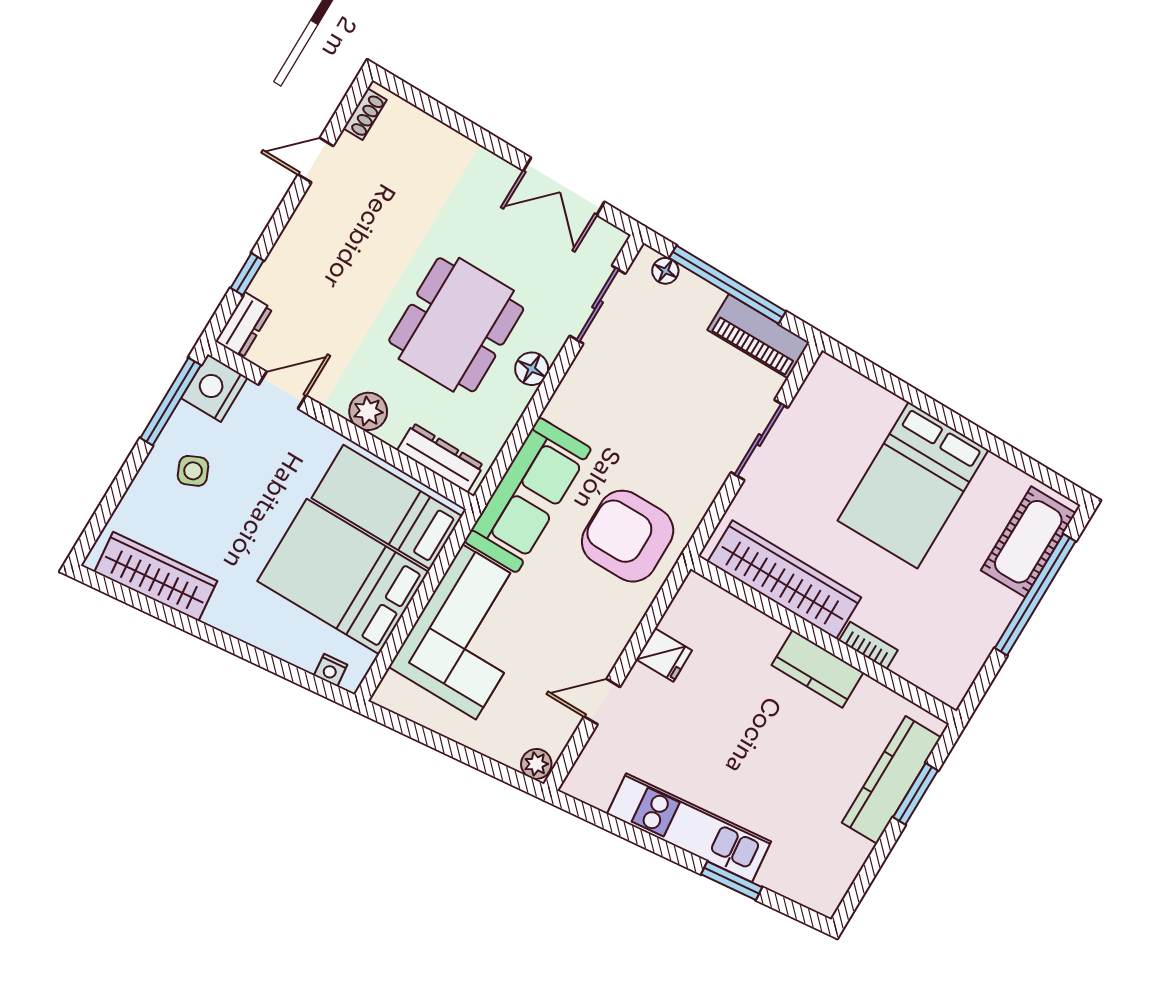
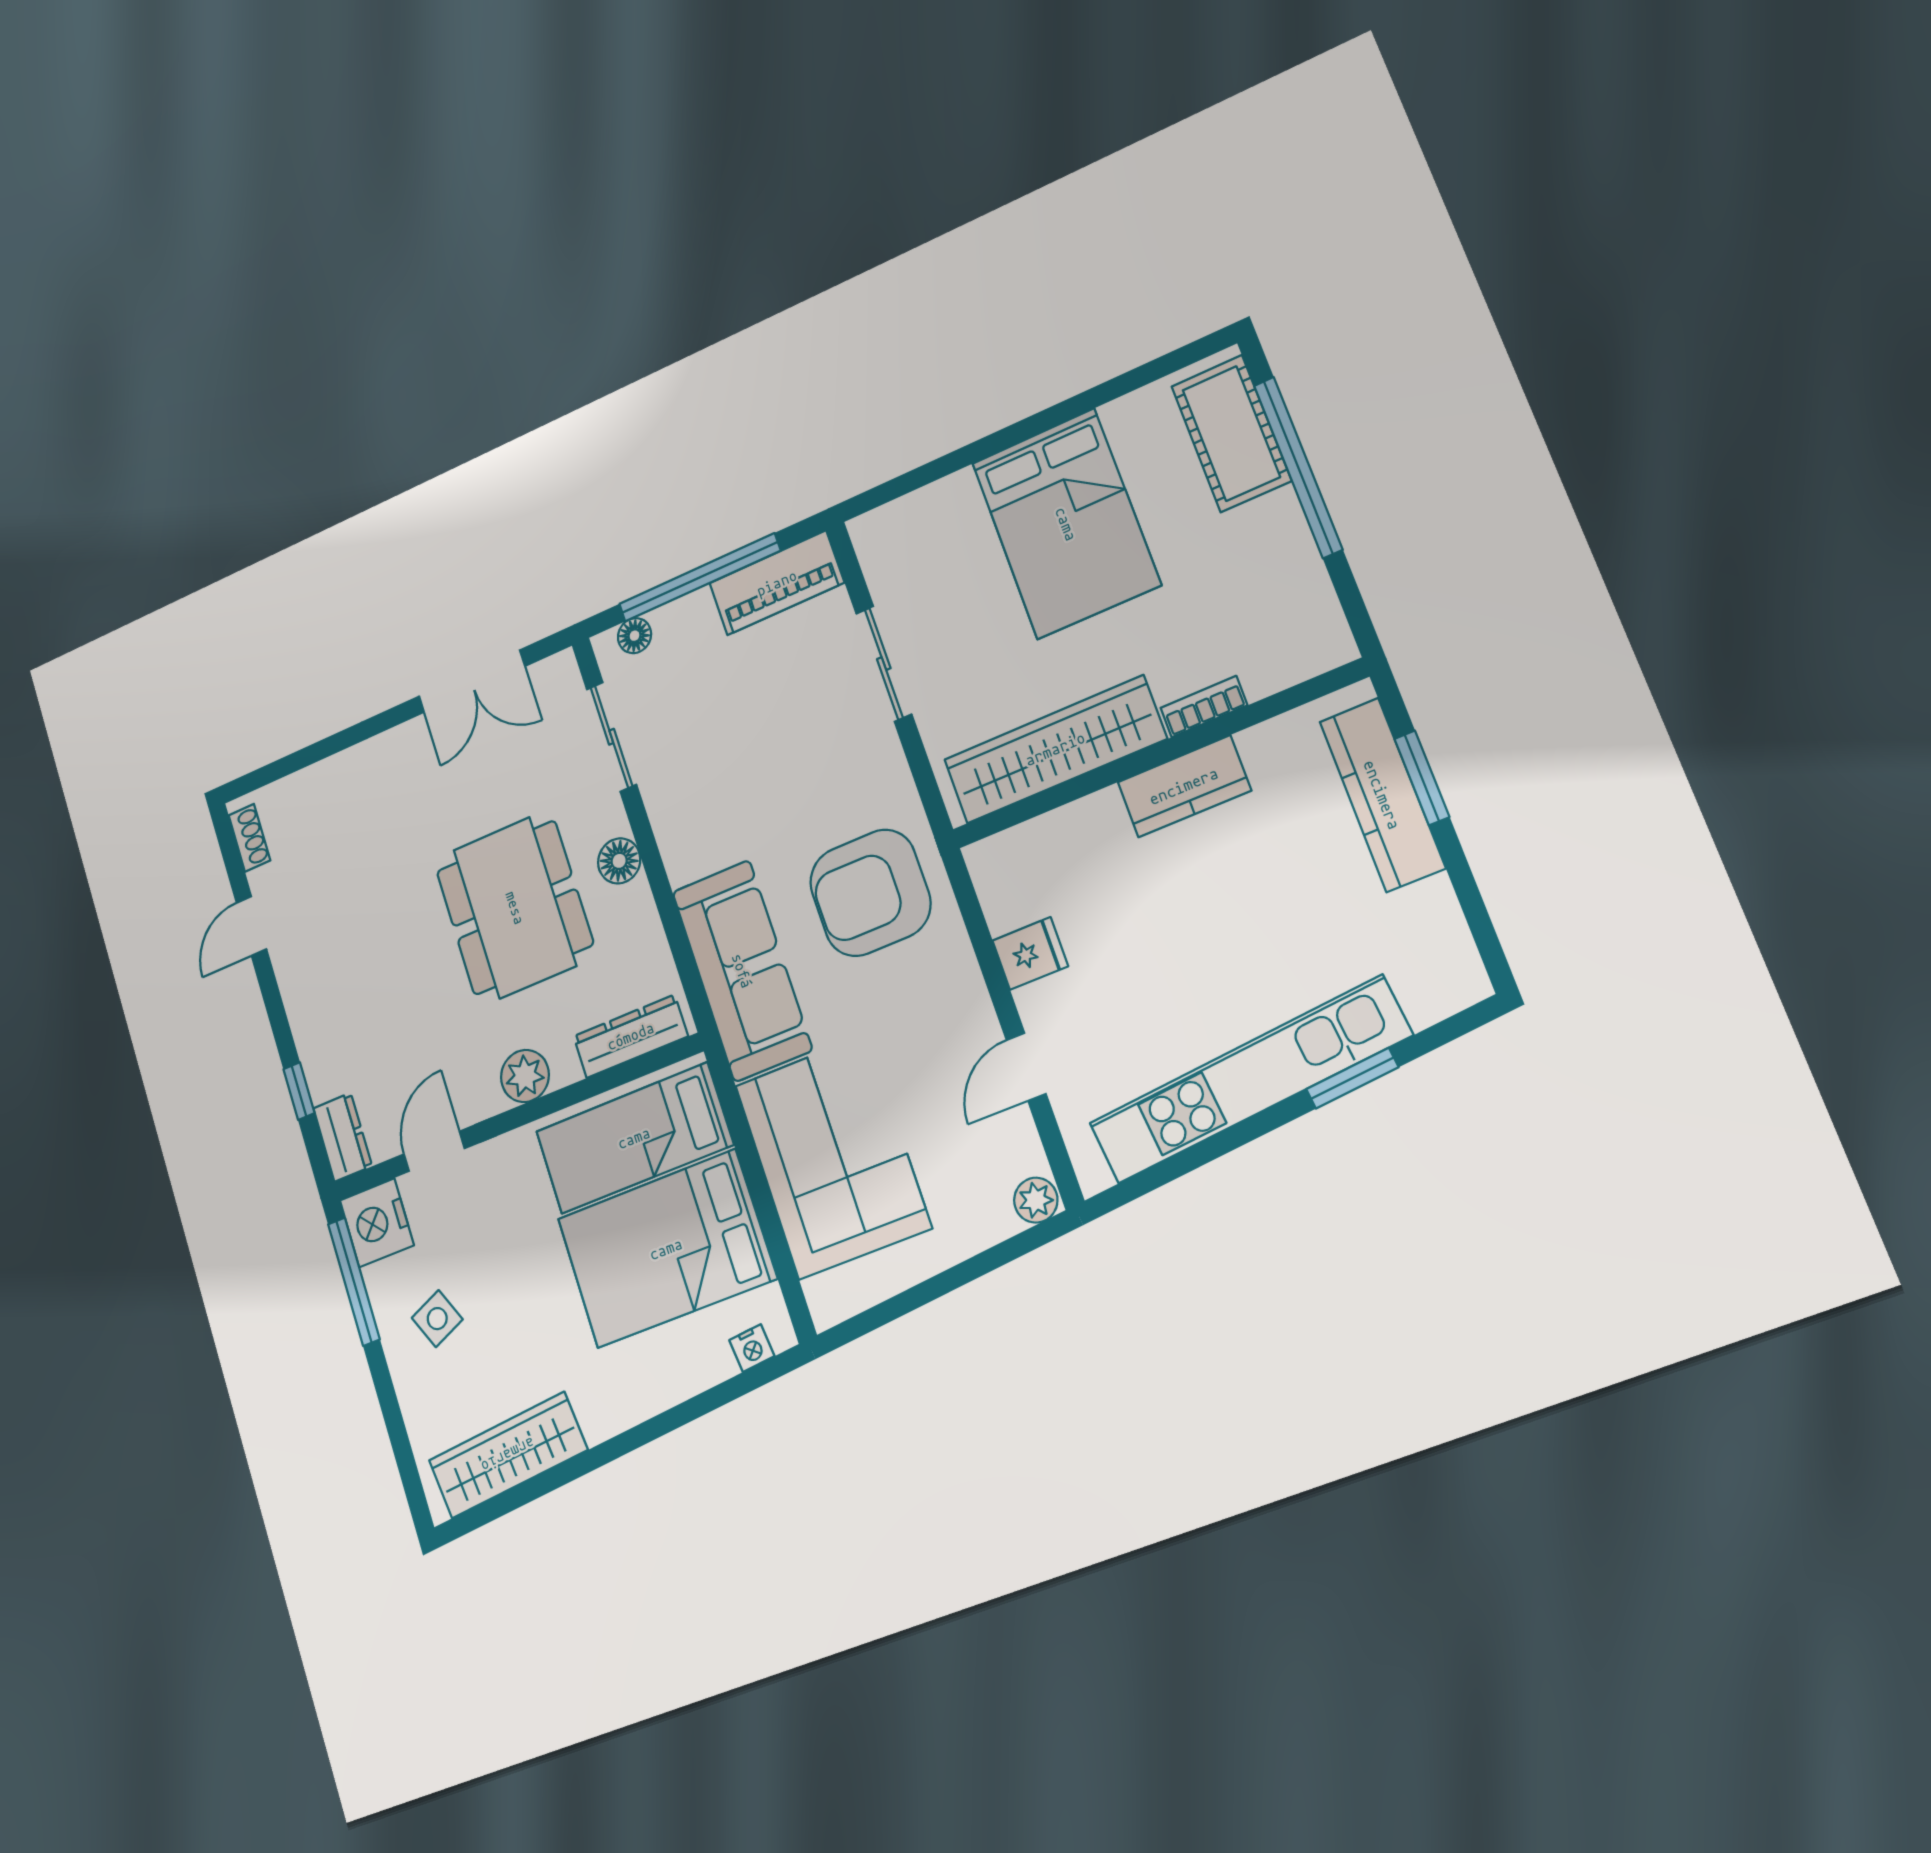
kitchen unit: (689, 828) -> (1249, 1080), width x1.36

